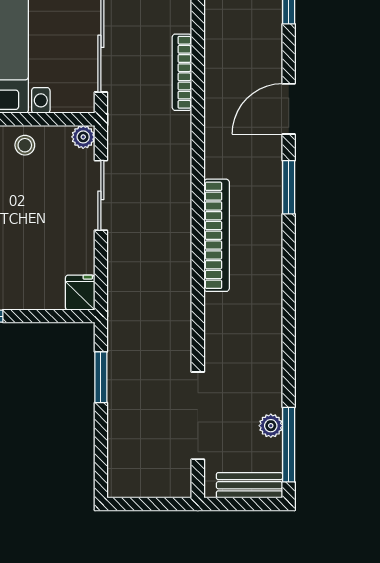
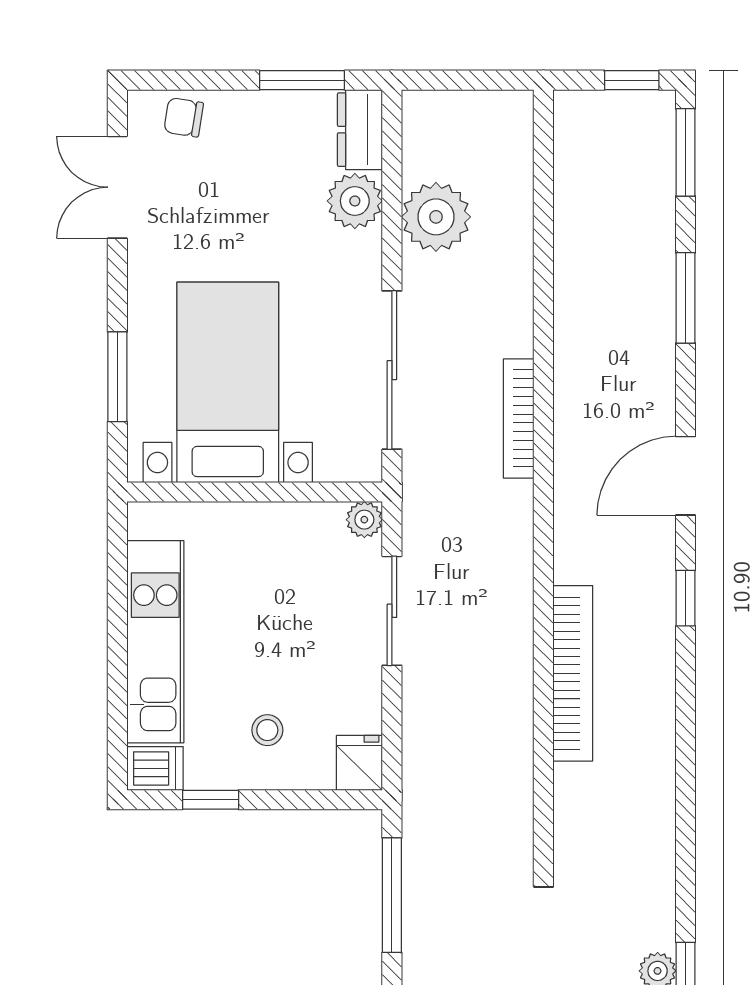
stool: (25, 145) -> (267, 730), moved
window: (289, 187) -> (685, 598), width x0.67
window: (101, 377) -> (392, 895), width x1.44

